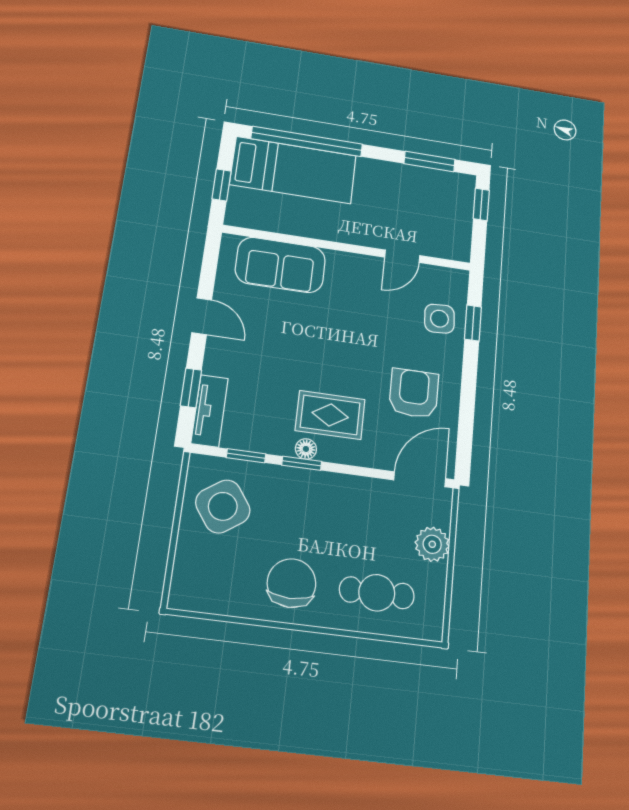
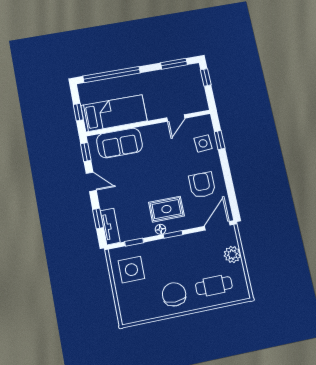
bed: (293, 170) -> (114, 113), moved
window: (210, 260) -> (86, 152), added
window: (302, 463) -> (173, 234), moved
side table: (223, 506) -> (131, 270), turned 35

